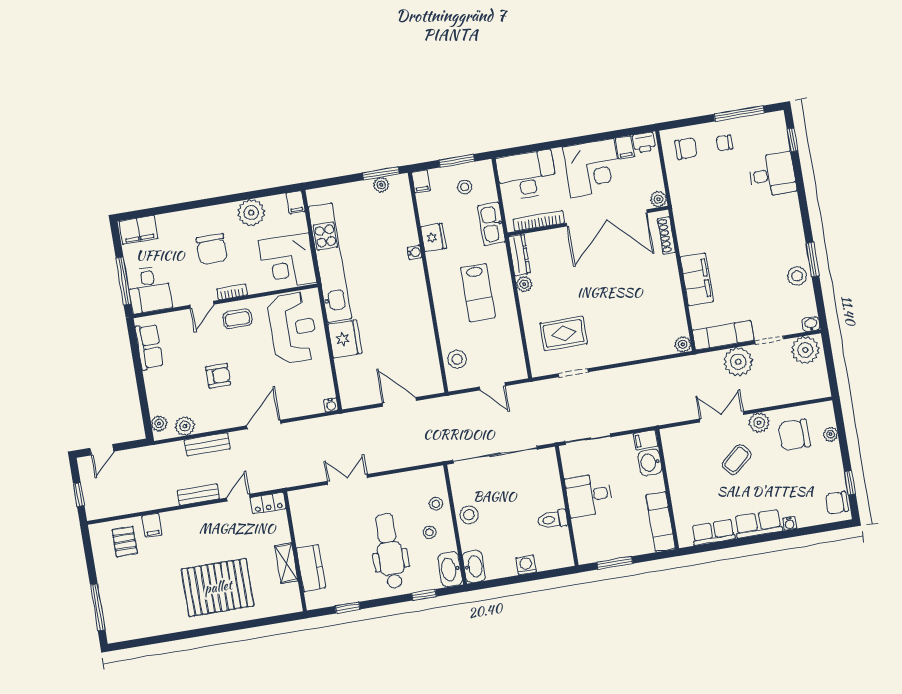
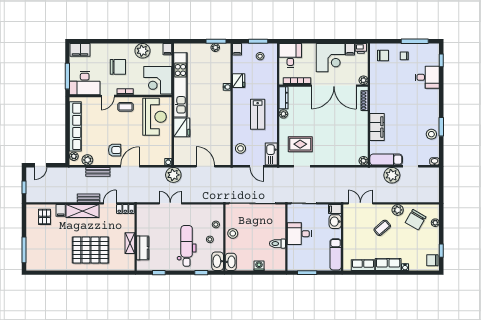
desk: (526, 175) -> (290, 55), width x0.73
kitchen sink: (491, 224) -> (271, 154), moved
chair: (212, 249) -> (118, 67), turned -90
desk: (149, 290) -> (85, 83), width x1.37
row of seats: (149, 347) -> (75, 126), width x2.02
plant: (805, 350) -> (173, 175), moved
armchair: (218, 376) -> (115, 150), moved
double door: (722, 417) -> (360, 203), moved
chair: (794, 435) -> (416, 220), turned -60
shelving: (191, 520) -> (82, 211), added

